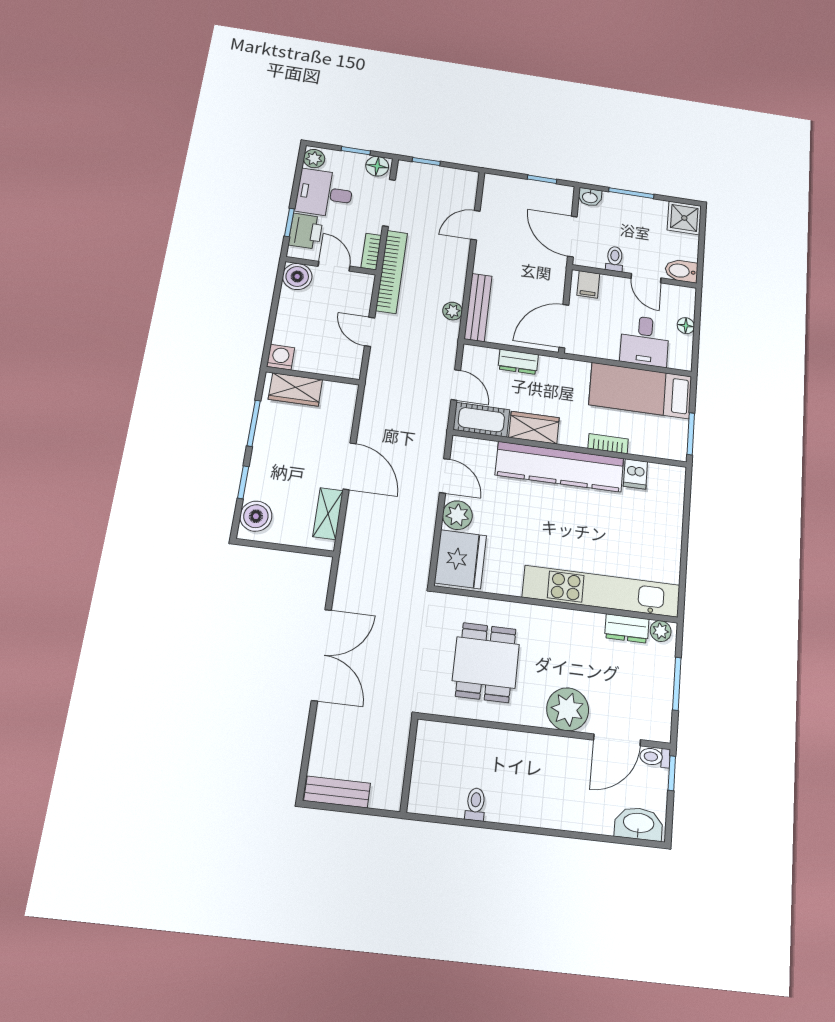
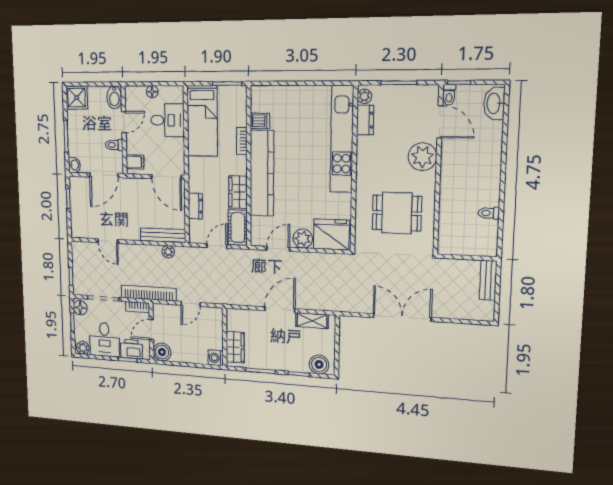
bench: (337, 792) -> (488, 280), moved

